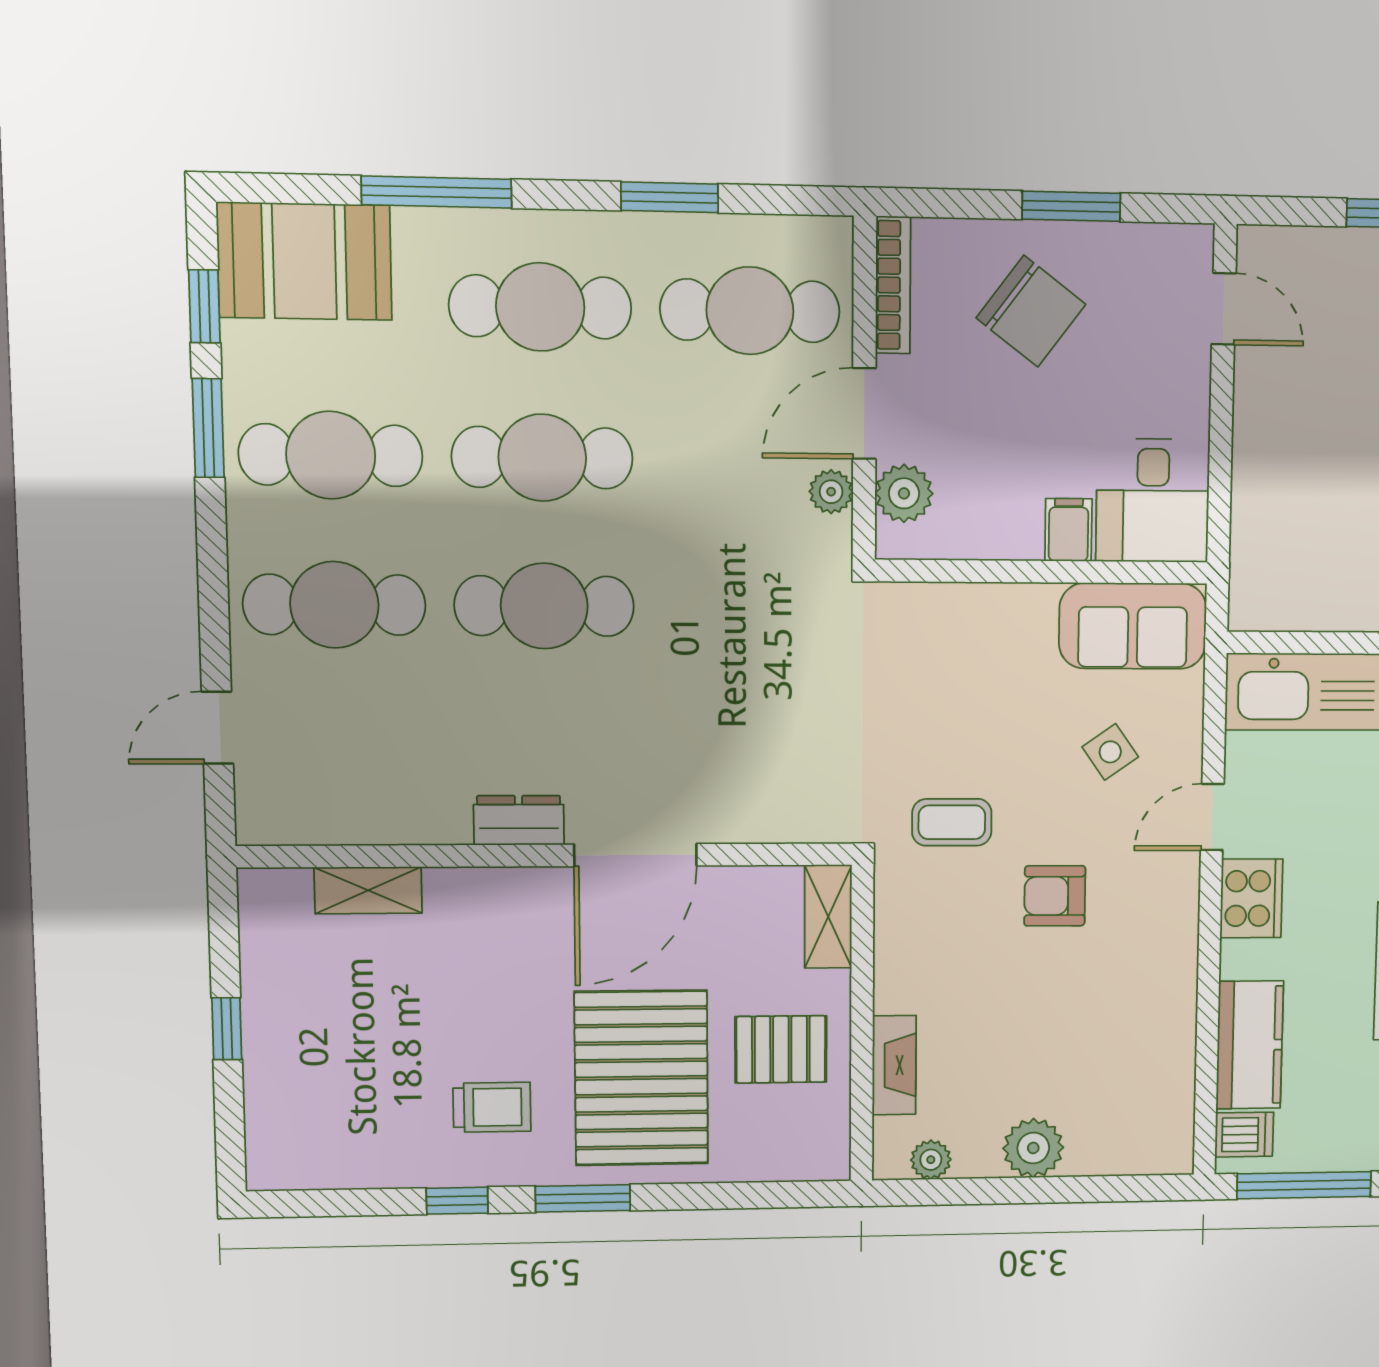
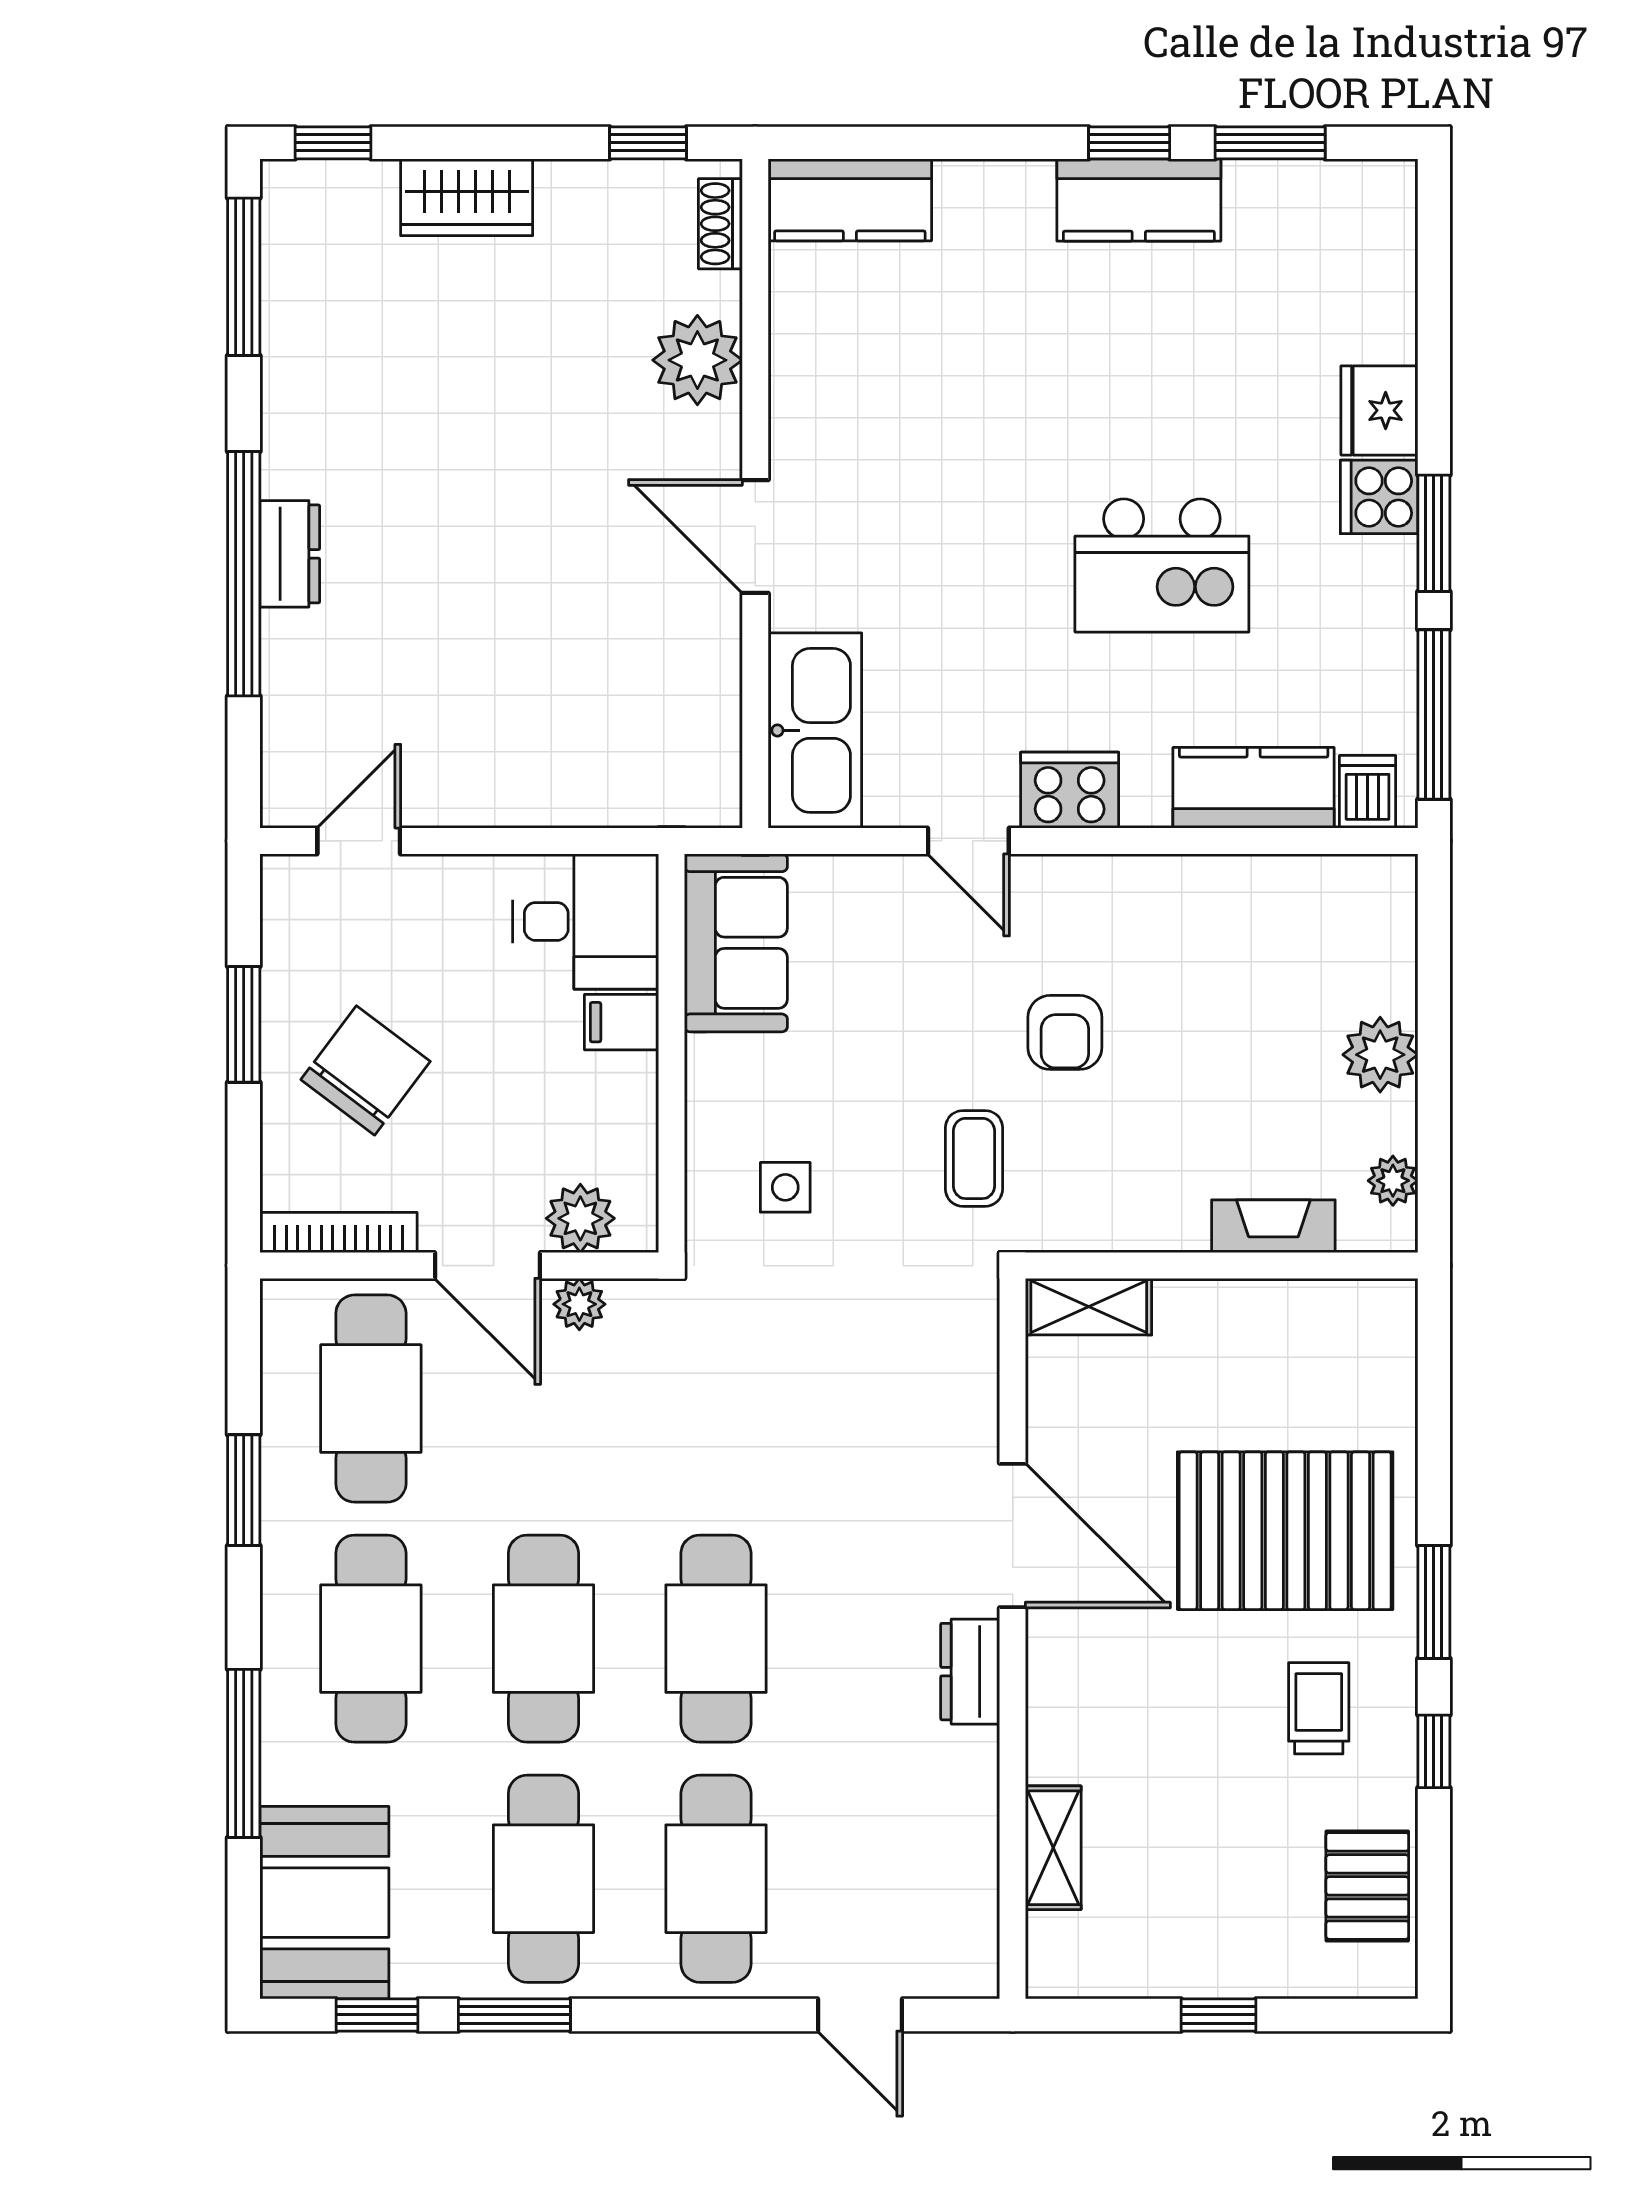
side table: (1110, 752) -> (785, 1187), moved, turned 35
pallet: (781, 1049) -> (1367, 1886), moved

